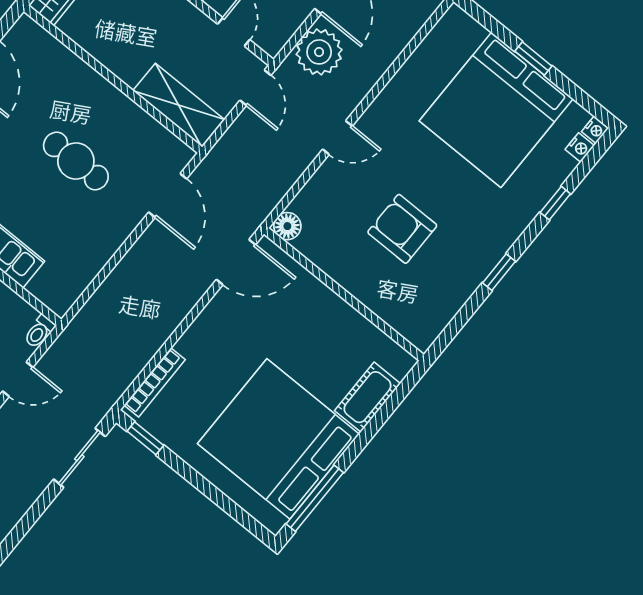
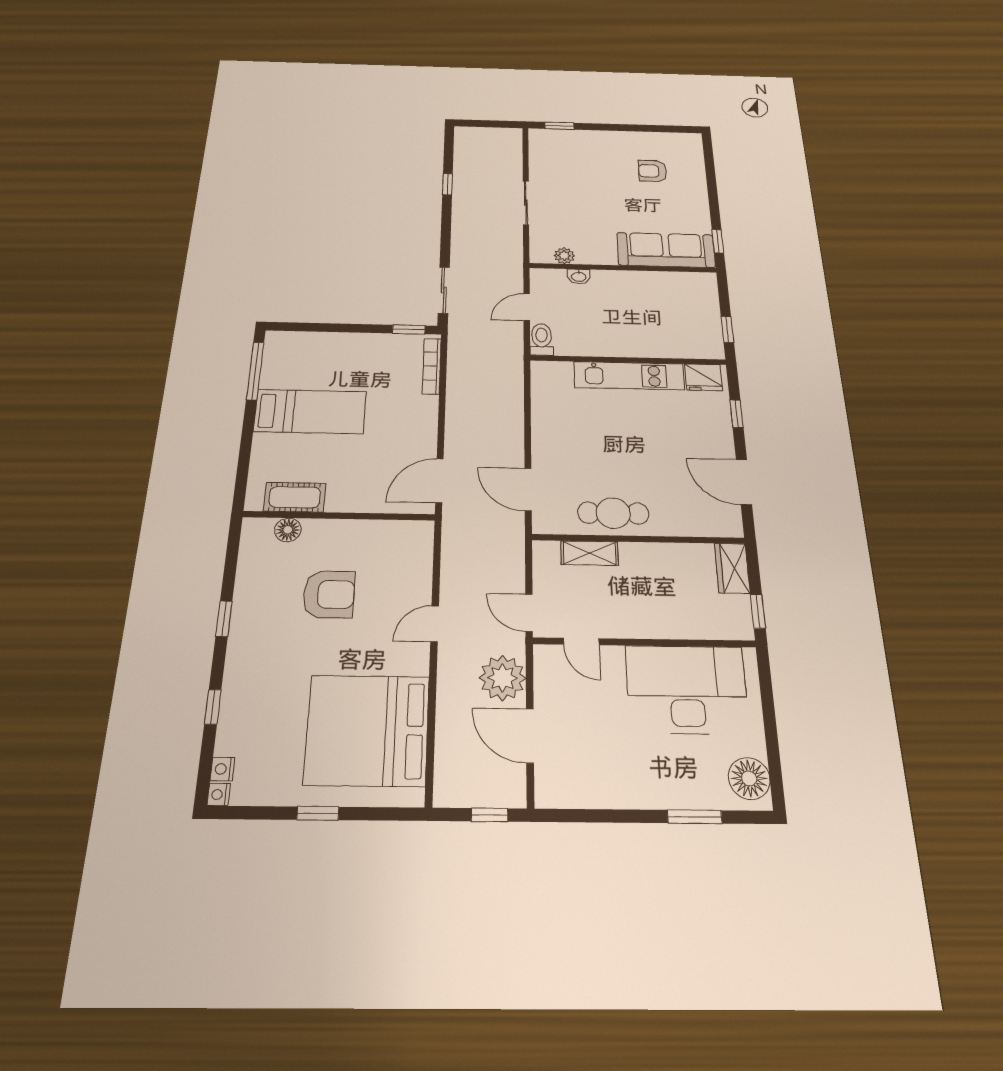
shelving: (179, 105) -> (590, 553), width x0.67, depth x0.75
bed: (496, 110) -> (367, 730), moved, turned -90
cafe table: (76, 161) -> (613, 513), moved
floor lamp: (287, 226) -> (288, 530), moved
toilet: (39, 332) -> (542, 339), width x1.37, depth x1.39
cot: (367, 397) -> (295, 497), moved, turned 90
bed: (278, 439) -> (310, 412), width x0.49

